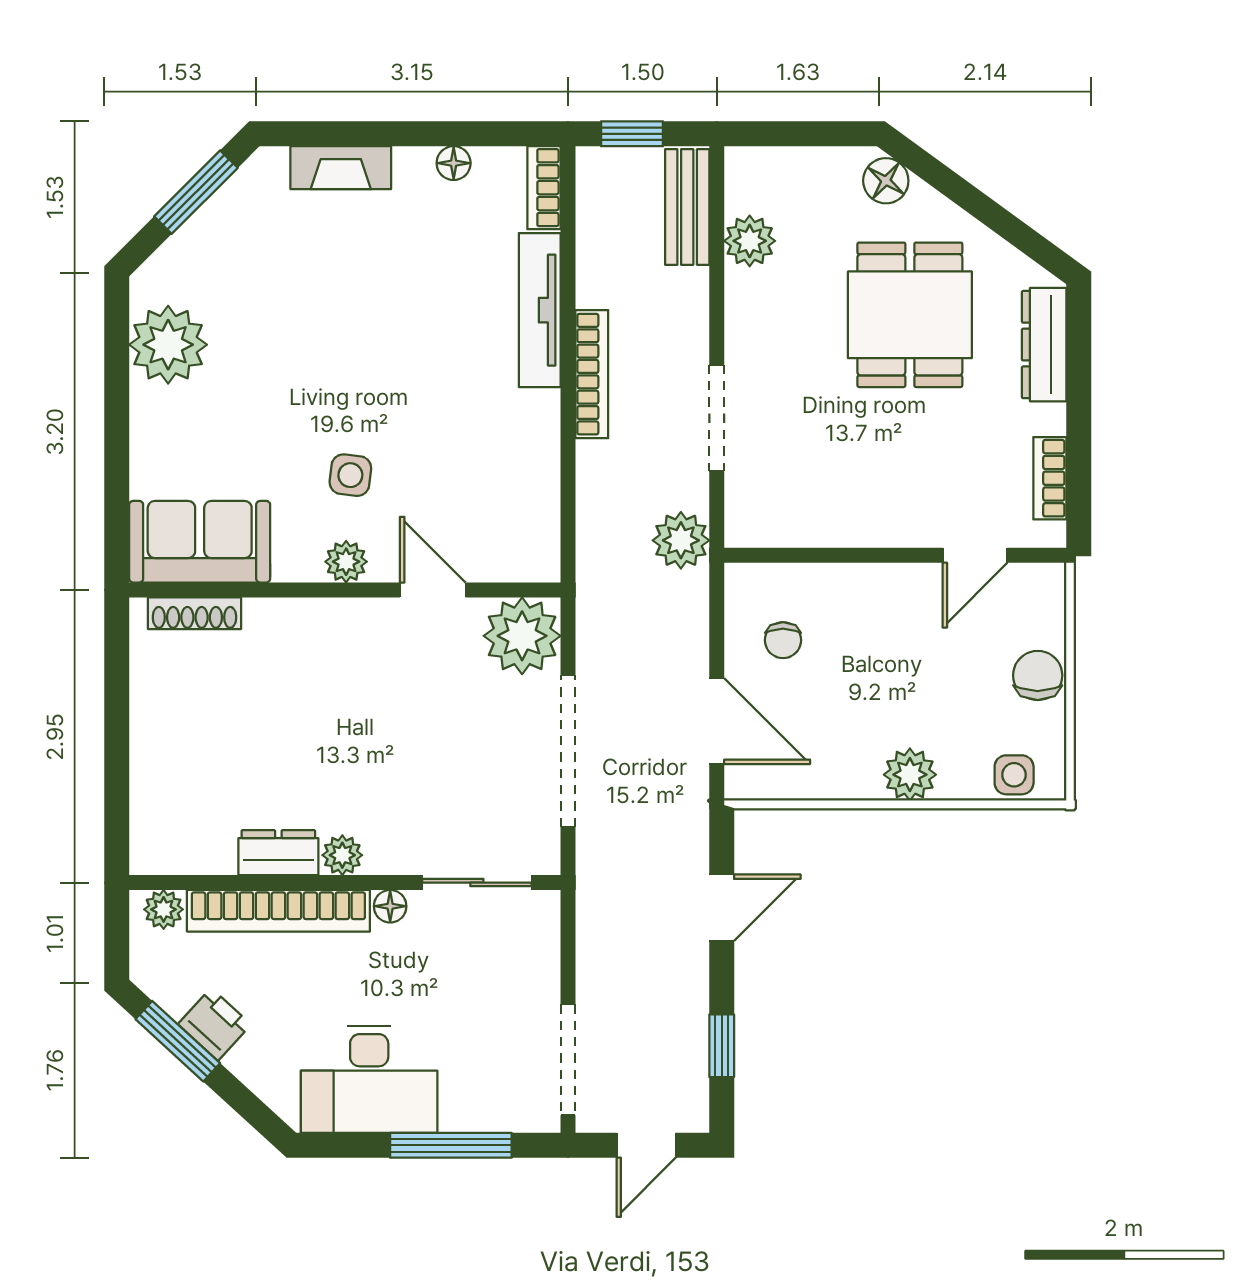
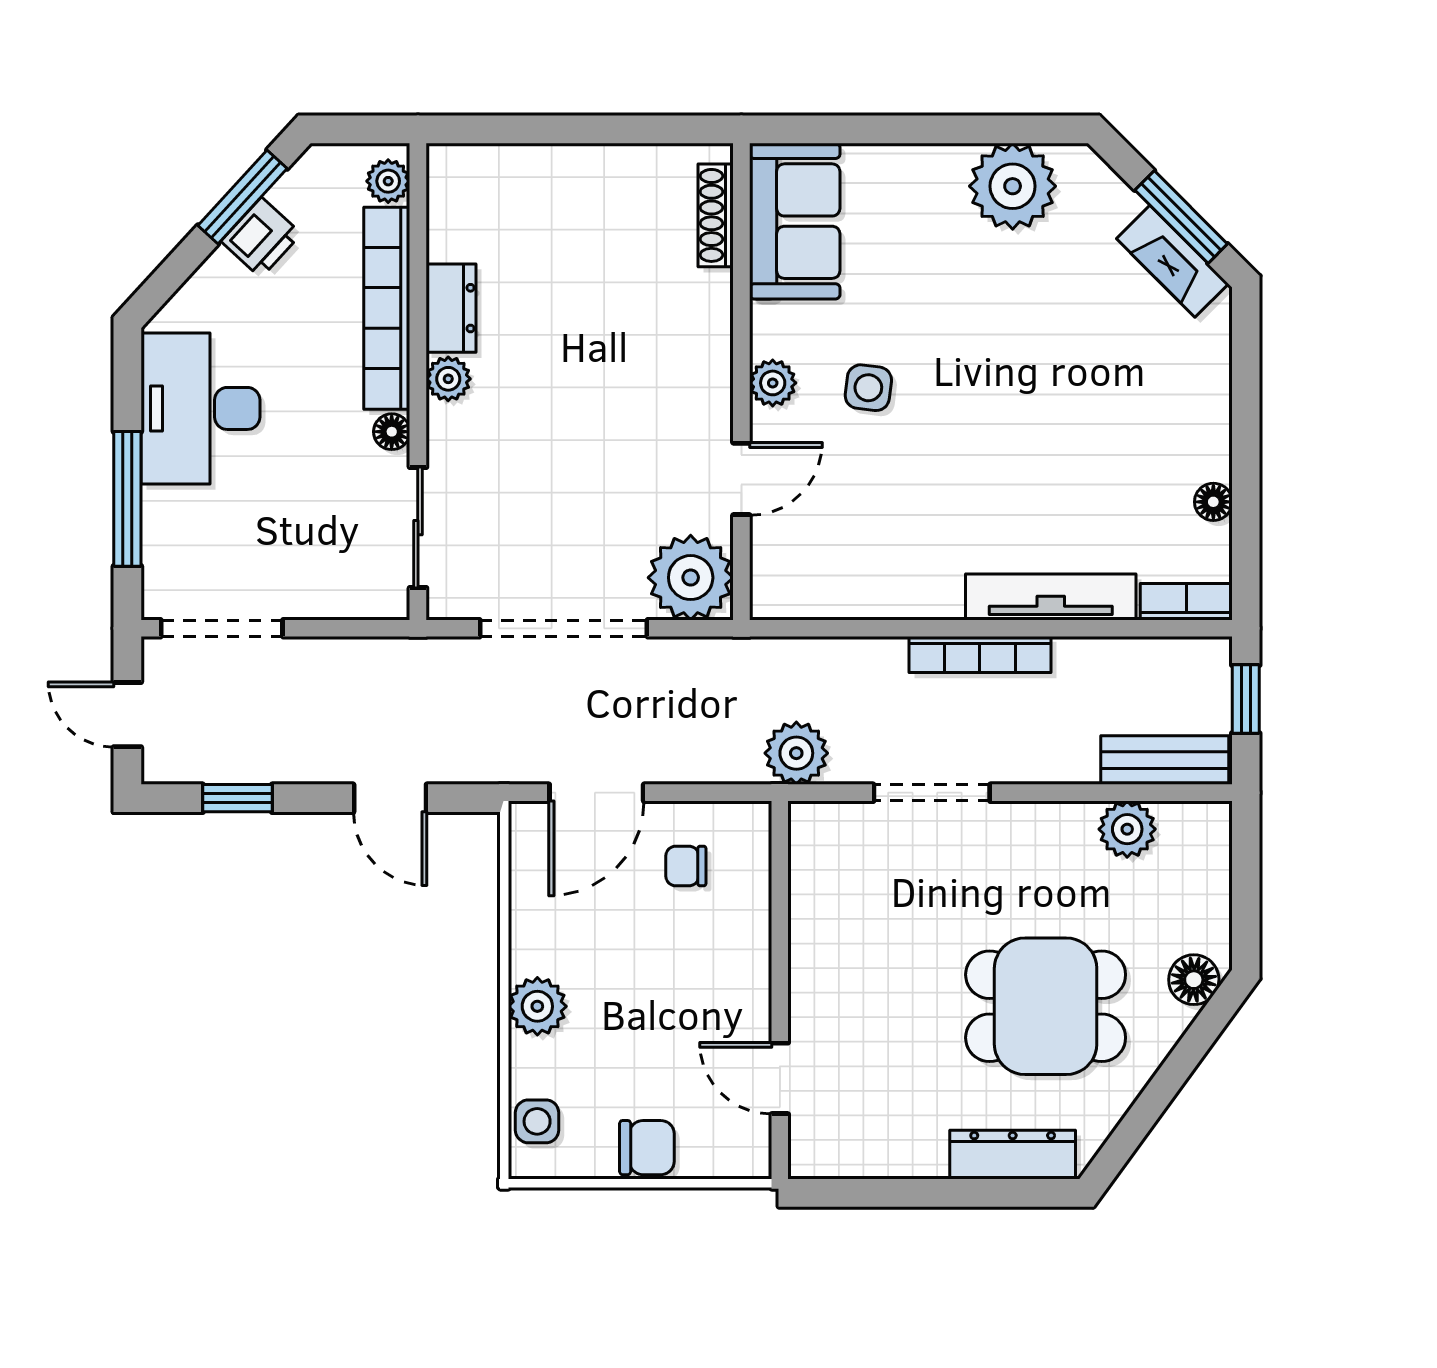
fireplace: (341, 168) -> (1172, 261), moved, turned -45
bookcase: (1050, 478) -> (865, 1161), removed

